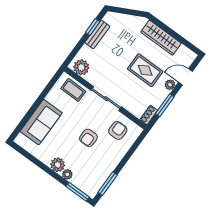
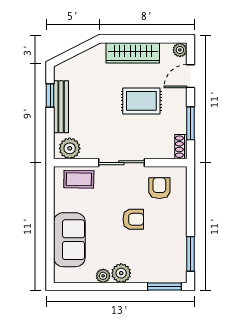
bench: (97, 35) -> (61, 107), width x1.36
plant: (170, 85) -> (180, 50), moved
armchair: (88, 138) -> (133, 219), turned -90
plant: (67, 174) -> (103, 276), moved

